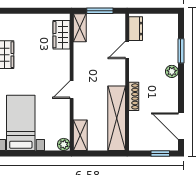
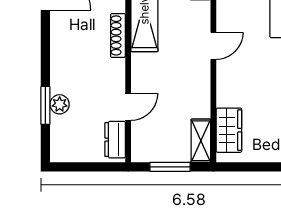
plant: (172, 71) -> (60, 104), moved

